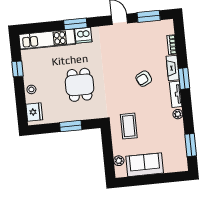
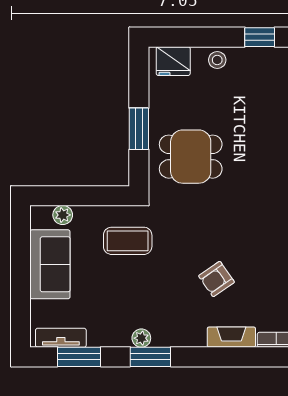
armchair: (144, 79) -> (217, 279), turned -99
window: (184, 79) -> (150, 357), moved
dining table: (80, 85) -> (191, 157), moved
tv unit: (176, 94) -> (61, 338), moved

